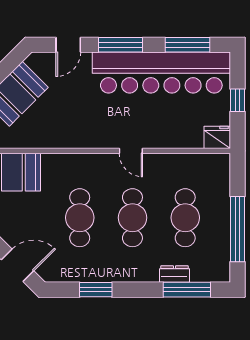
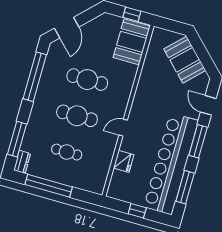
fridge: (217, 137) -> (124, 161), moved
cafe table: (185, 218) -> (67, 152), width x0.73, depth x0.74
dresser: (174, 274) -> (22, 162), moved
window: (96, 290) -> (35, 77), width x2.11

